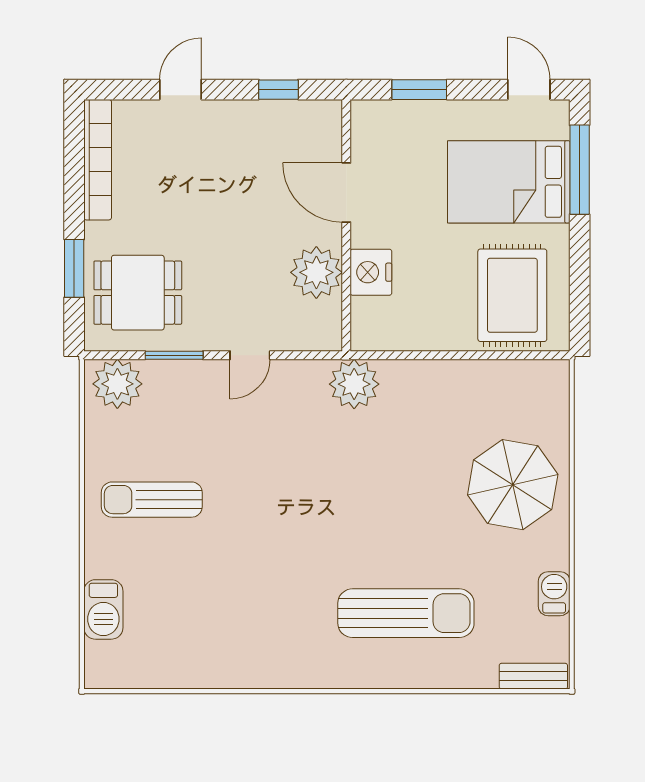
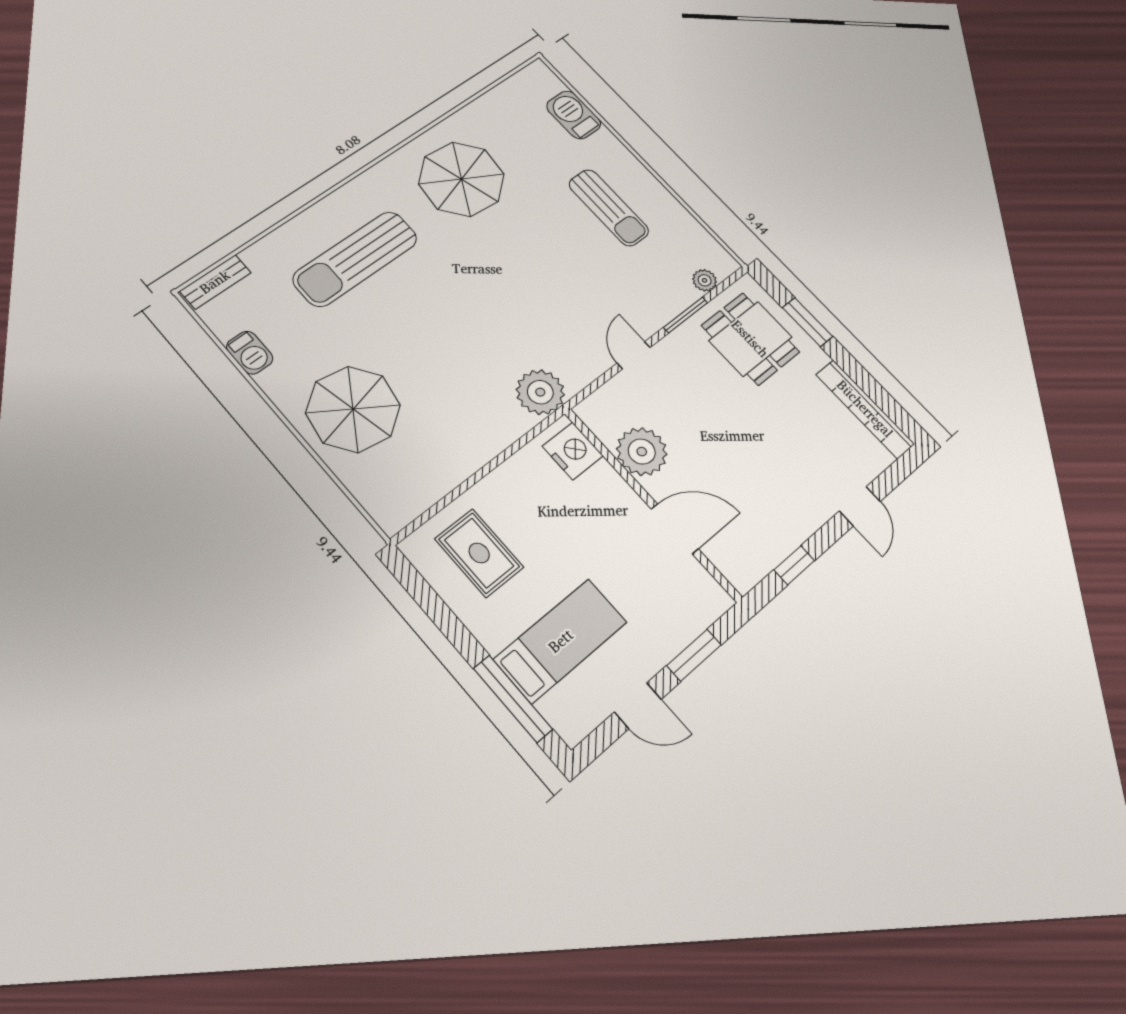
door: (529, 90) -> (638, 706), moved
bed: (509, 182) -> (561, 641), width x0.67
nightstand: (371, 272) -> (573, 451), moved
dining table: (138, 293) -> (750, 339), turned 90
rug: (512, 295) -> (479, 553), width x0.73, depth x0.70
plant: (117, 384) -> (705, 280), width x0.53, depth x0.53
sun lounger: (152, 500) -> (609, 208), turned 90
parasol: (256, 621) -> (461, 179), added

